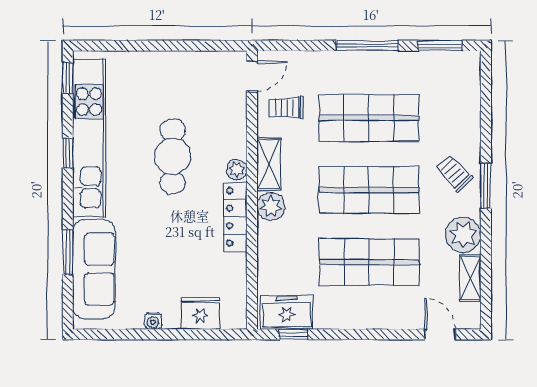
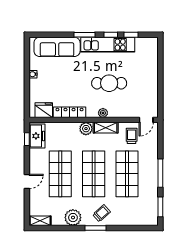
door: (252, 76) -> (146, 120), hinge flipped
window: (68, 78) -> (131, 35), moved
kitchen unit: (89, 138) -> (108, 45), width x0.73
locker: (235, 217) -> (69, 112), moved
window: (68, 252) -> (85, 35), moved
shelving: (470, 278) -> (40, 221), moved
fridge: (200, 313) -> (44, 110), moved, turned -90
door: (440, 334) -> (27, 182), moved

